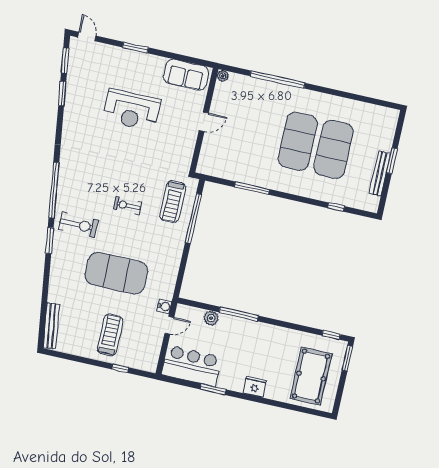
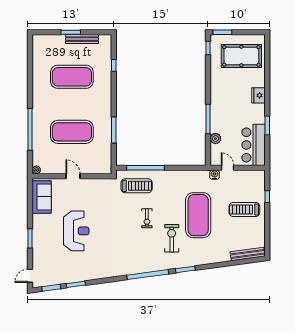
exercise mat: (298, 141) -> (72, 132), moved
exercise bike: (78, 225) -> (172, 238), moved

